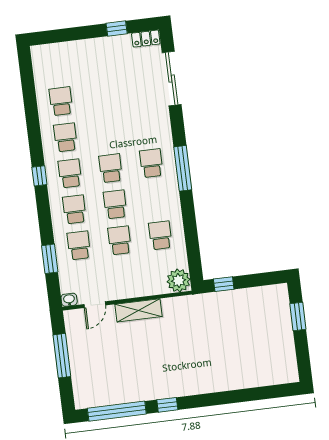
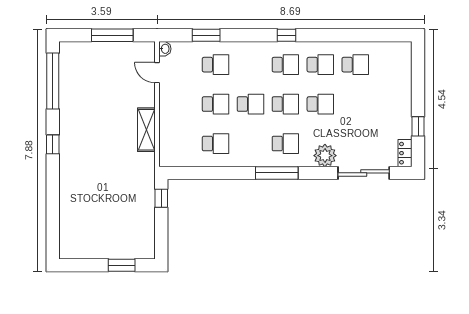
school desk: (74, 209) -> (320, 104), moved
plant: (178, 281) -> (325, 156), moved
shelving: (139, 310) -> (146, 130), moved
window: (167, 405) -> (53, 144), moved

